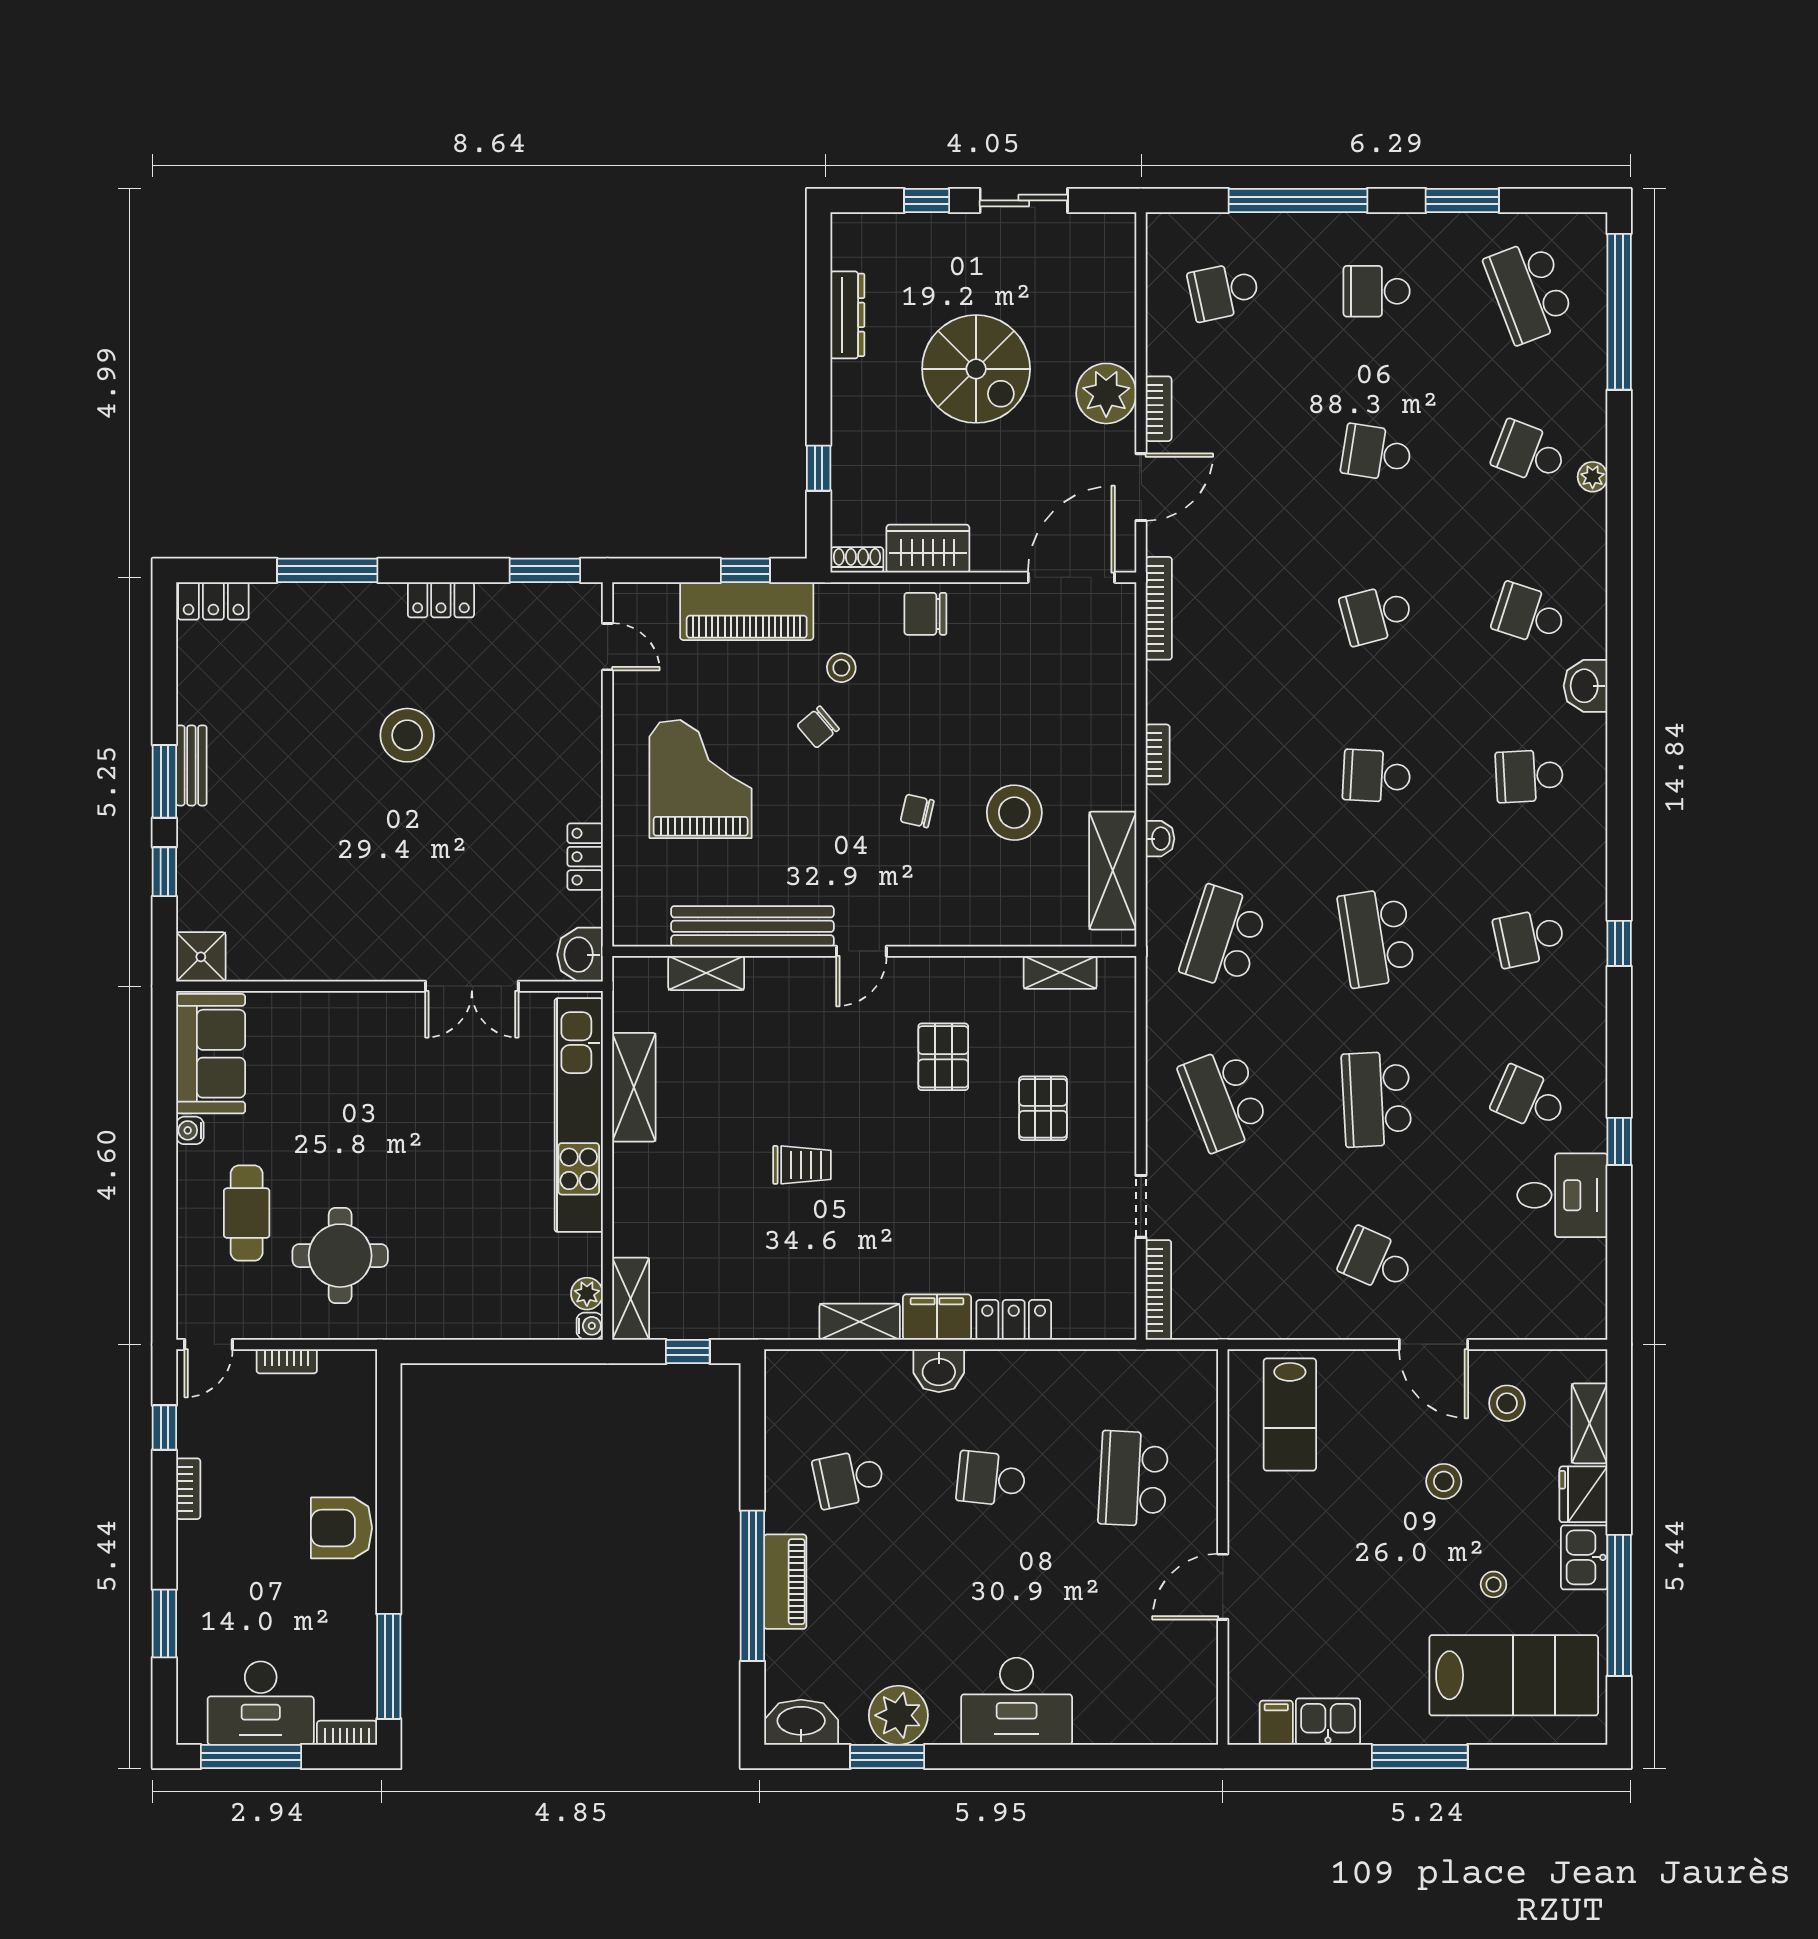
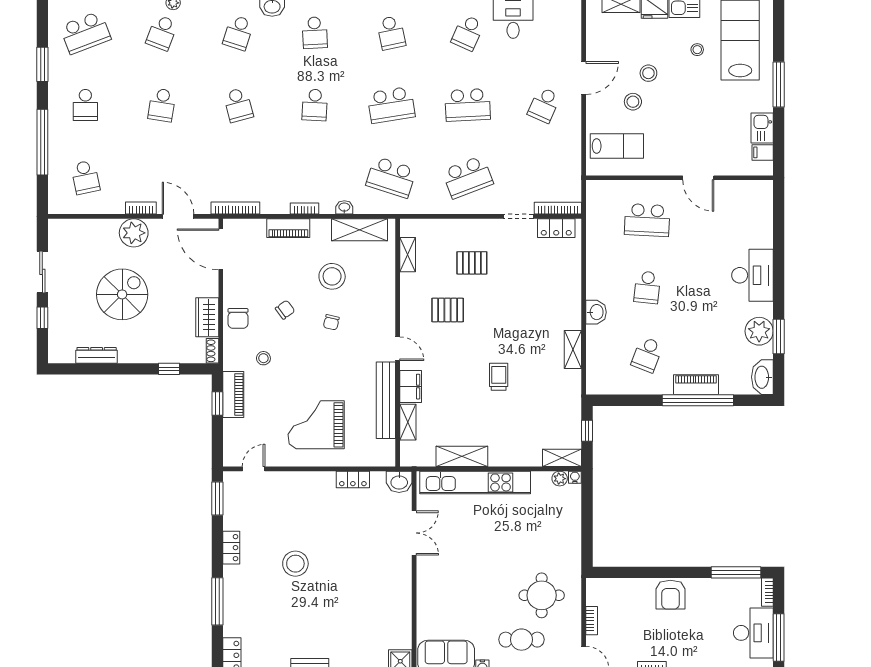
piano: (747, 611) -> (233, 395), width x0.73, depth x0.75
piano: (1116, 720) -> (288, 228), added
chair: (818, 727) -> (285, 310), moved, turned -86
filing cabinet: (937, 1317) -> (411, 387), moved, turned 180
locker: (1014, 1320) -> (556, 228), moved, turned -90
stool: (1507, 1403) -> (633, 102), moved
school desk: (849, 1479) -> (647, 355), turned 33

